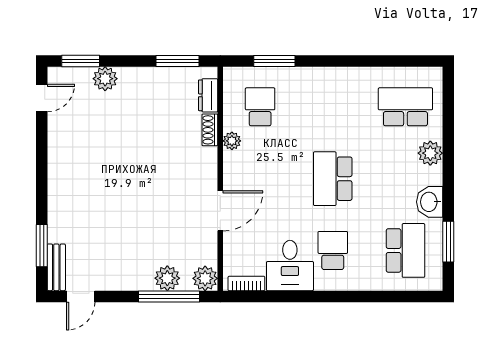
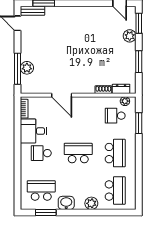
window: (177, 61) -> (139, 62), moved
school desk: (260, 107) -> (115, 116), turned 180
school desk: (333, 107) -> (115, 153), added
plant: (232, 141) -> (125, 101), moved
school desk: (333, 250) -> (41, 153), turned 180
school desk: (405, 250) -> (41, 190), turned 180
plant: (205, 278) -> (27, 87), removed

